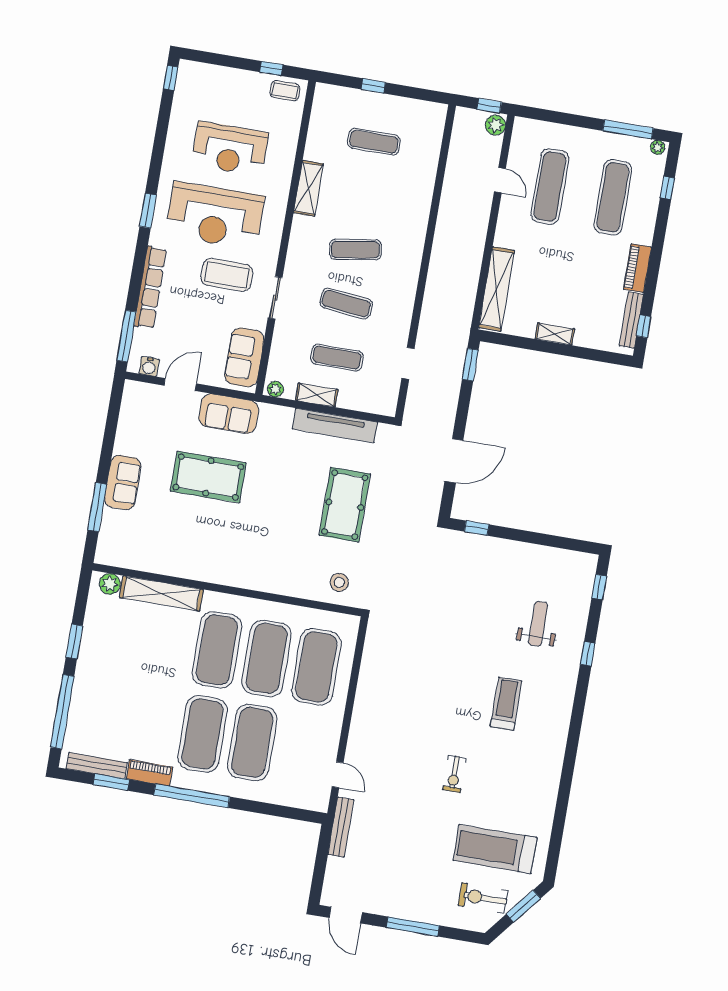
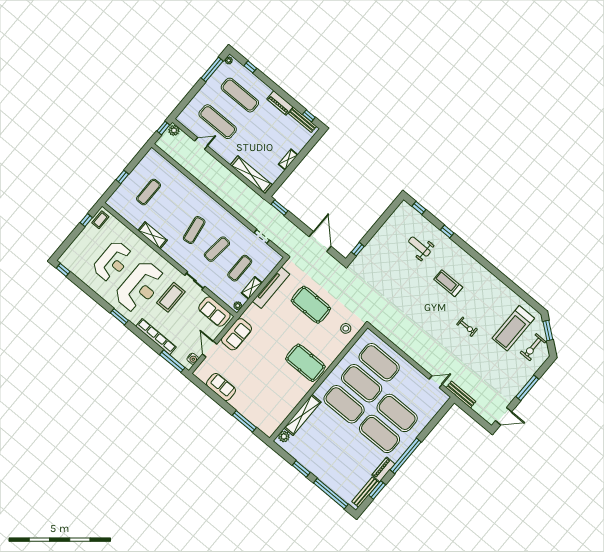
pool table: (208, 477) -> (305, 363), moved, turned 90
sofa: (123, 482) -> (221, 387), moved

